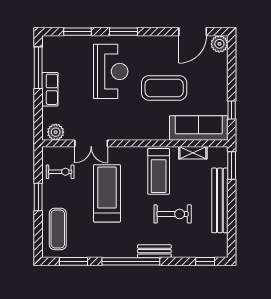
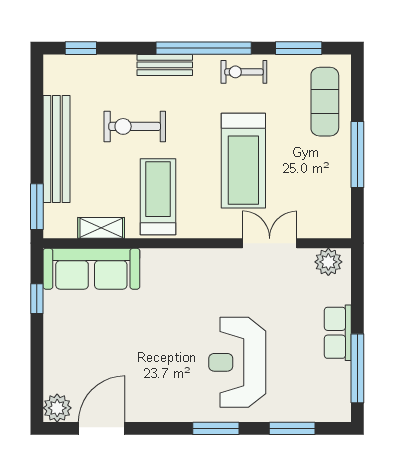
coffee table: (164, 88) -> (149, 335), removed
exercise bike: (60, 172) -> (244, 72), moved
window: (38, 197) -> (357, 154), width x1.44

